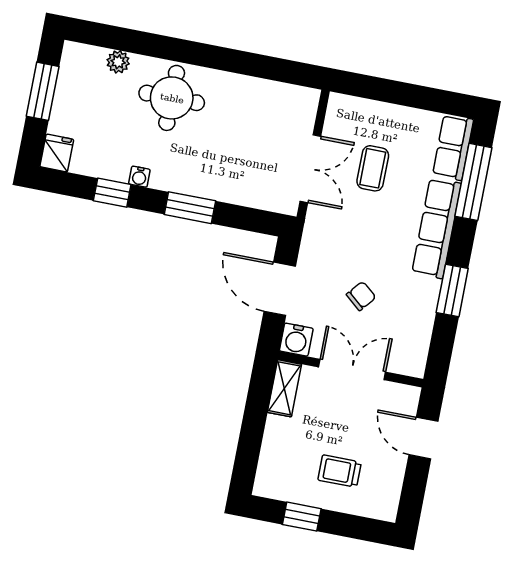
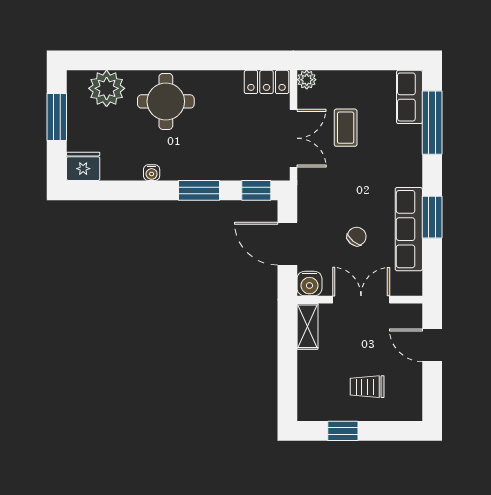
plant: (118, 62) -> (107, 88), width x1.88, depth x1.88
locker: (292, 98) -> (266, 82), added
plant: (339, 104) -> (307, 80), added
fridge: (57, 153) -> (83, 166), width x1.38
window: (112, 193) -> (256, 190), moved
row of seats: (437, 228) -> (409, 229), moved

